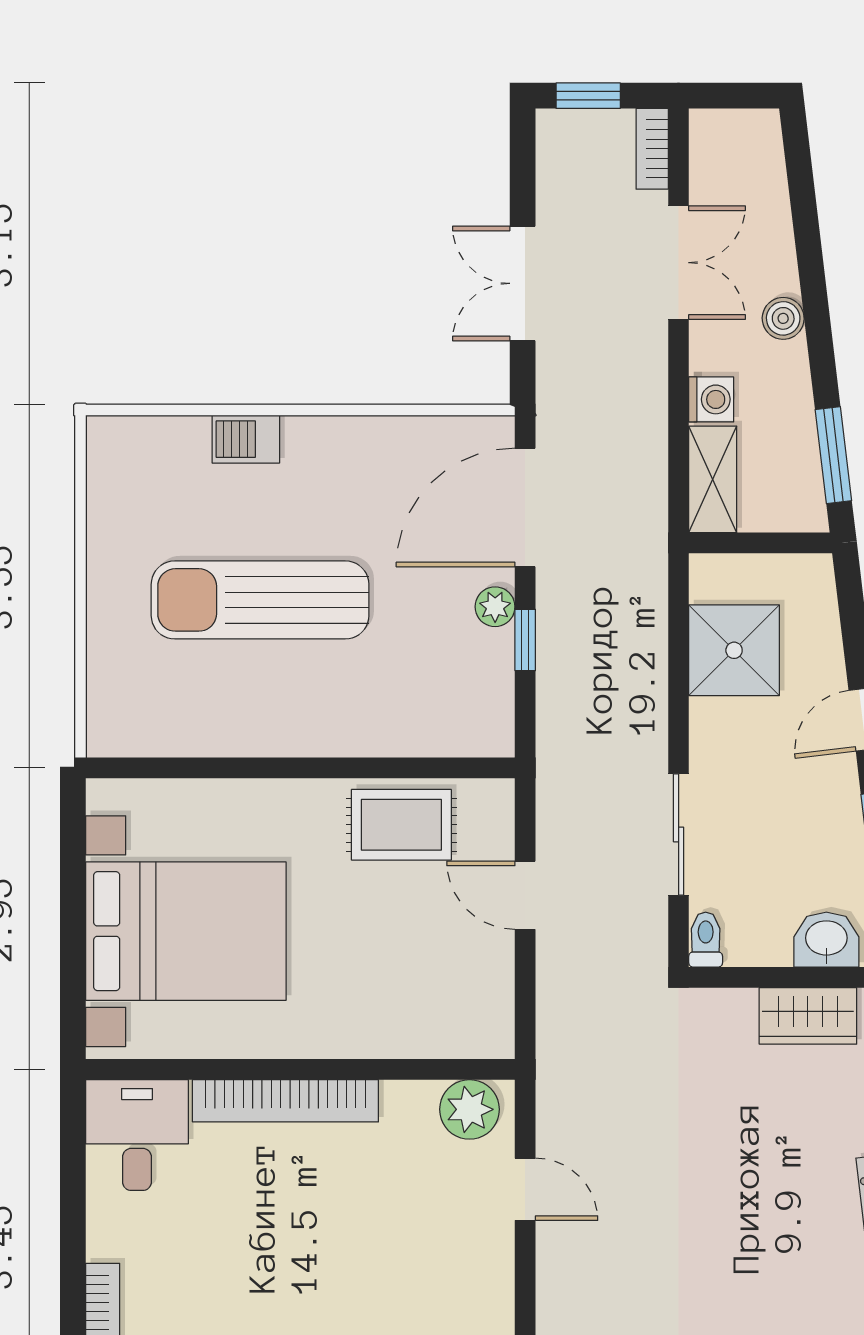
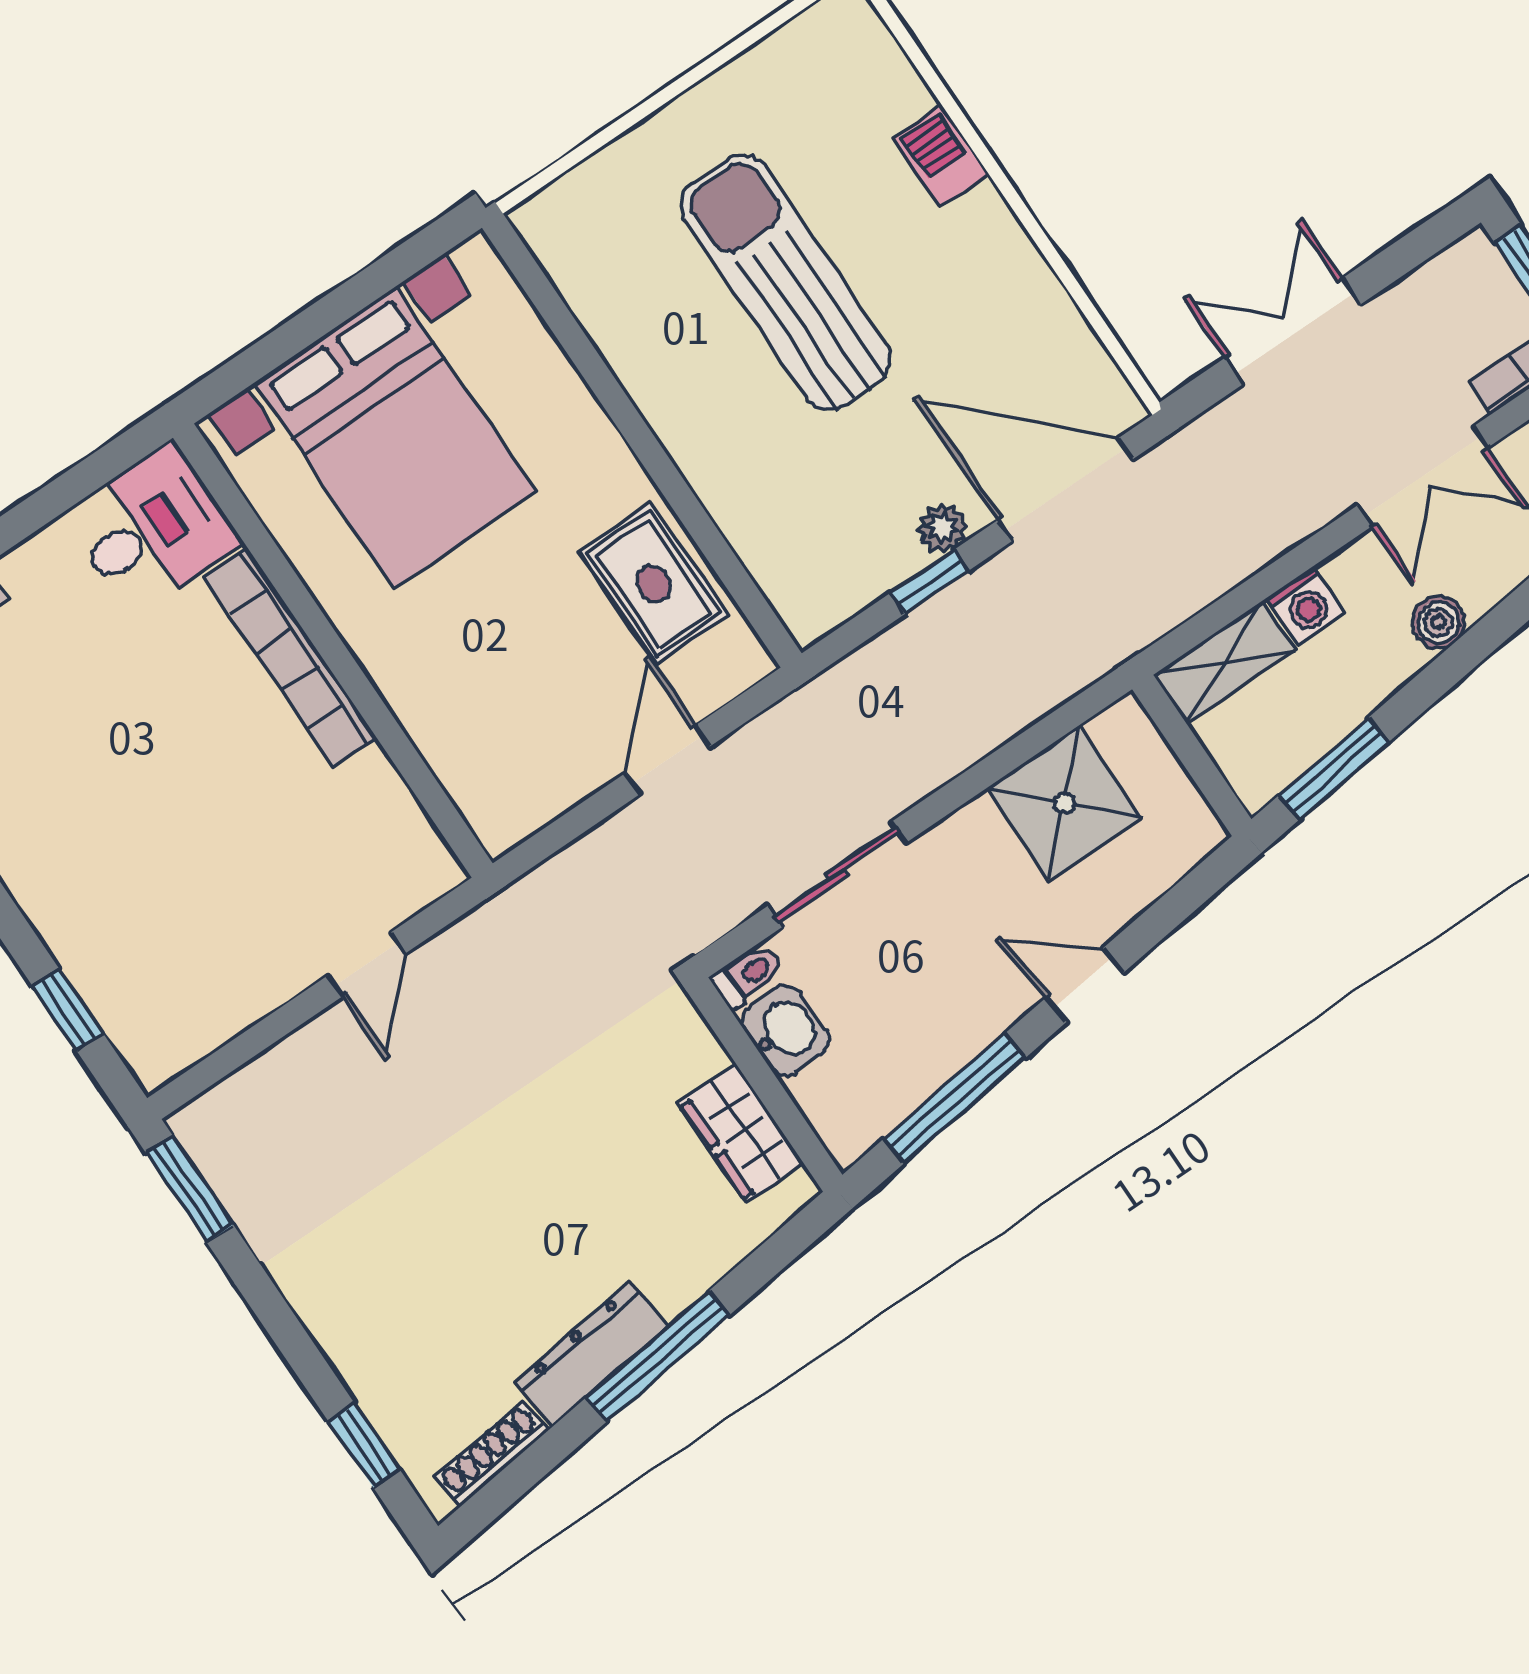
washbasin: (826, 940) -> (785, 1030), moved
plant: (470, 1109) -> (410, 852), removed

